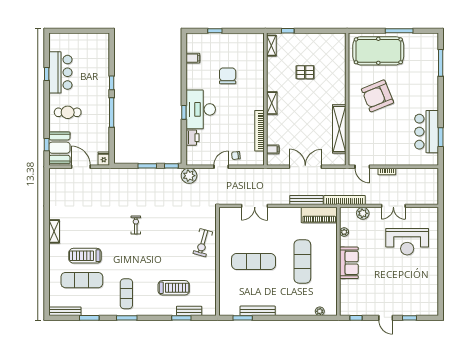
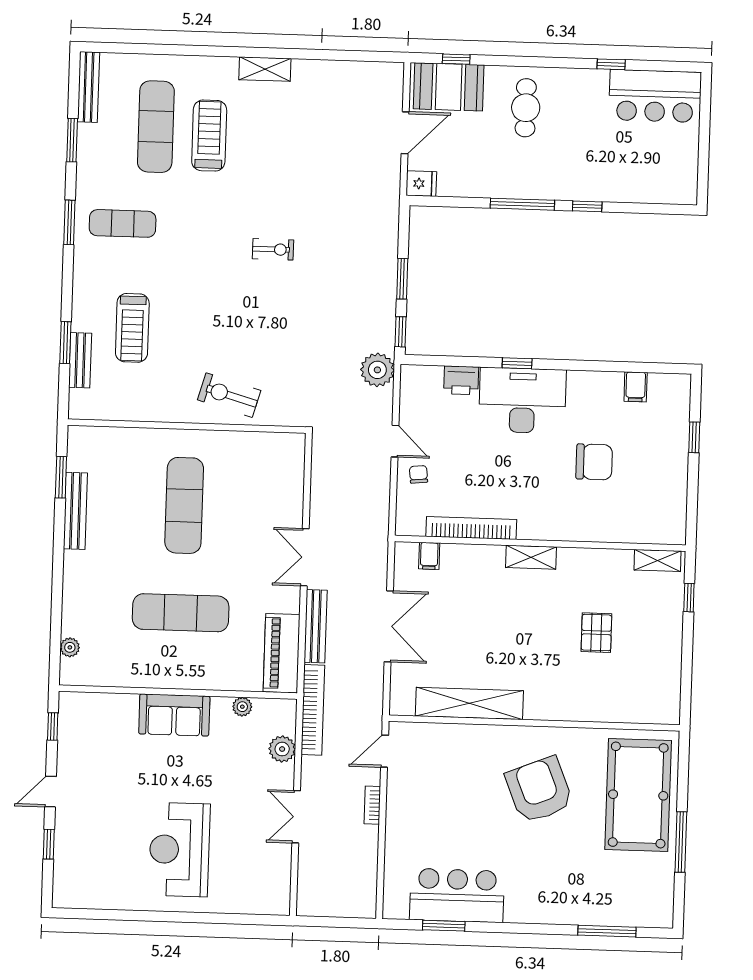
bar counter: (60, 72) -> (655, 96), moved
double door: (255, 206) -> (305, 557), moved
reception desk: (407, 242) -> (179, 850), moved

